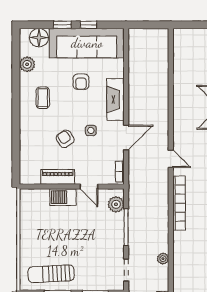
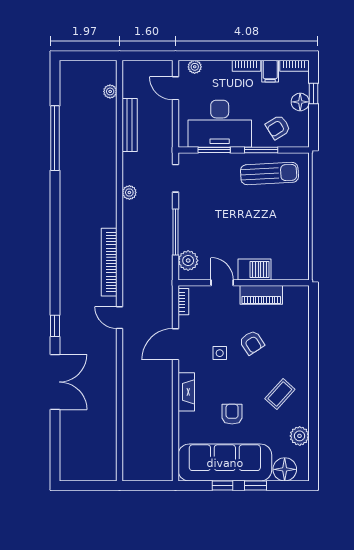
coffee table: (43, 98) -> (280, 394), turned 42
fireplace: (115, 99) -> (186, 392), width x0.73, depth x0.76

